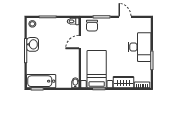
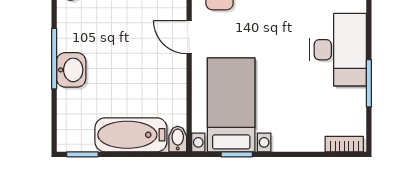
door: (80, 42) -> (189, 37), hinge flipped
washbasin: (33, 44) -> (71, 70), moved
bathtub: (41, 81) -> (131, 135), moved
wardrobe: (123, 82) -> (298, 137), removed

